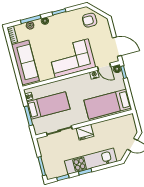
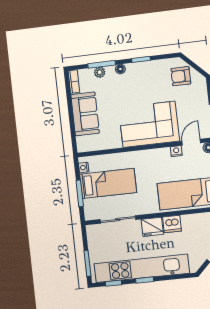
sofa: (25, 63) -> (85, 114), width x0.73
door: (104, 67) -> (191, 142), swing flipped
dishwasher: (99, 128) -> (172, 224), added
kitchen unit: (91, 161) -> (142, 268), width x1.36

